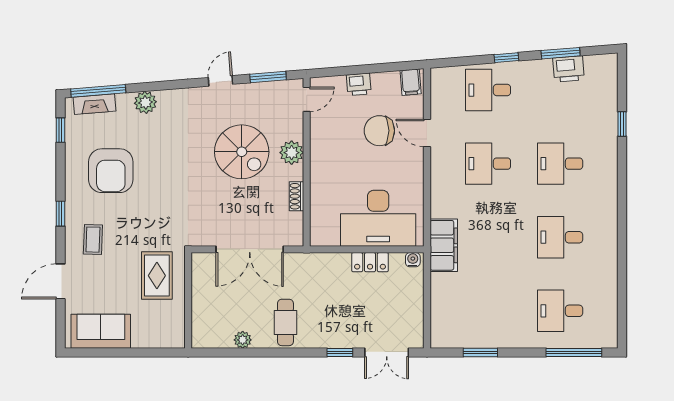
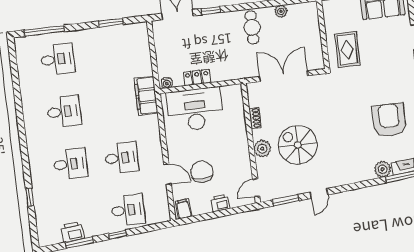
plant: (145, 102) -> (383, 169), moved
chair: (379, 131) -> (202, 172), turned -90
coffee table: (93, 240) -> (396, 70), removed

